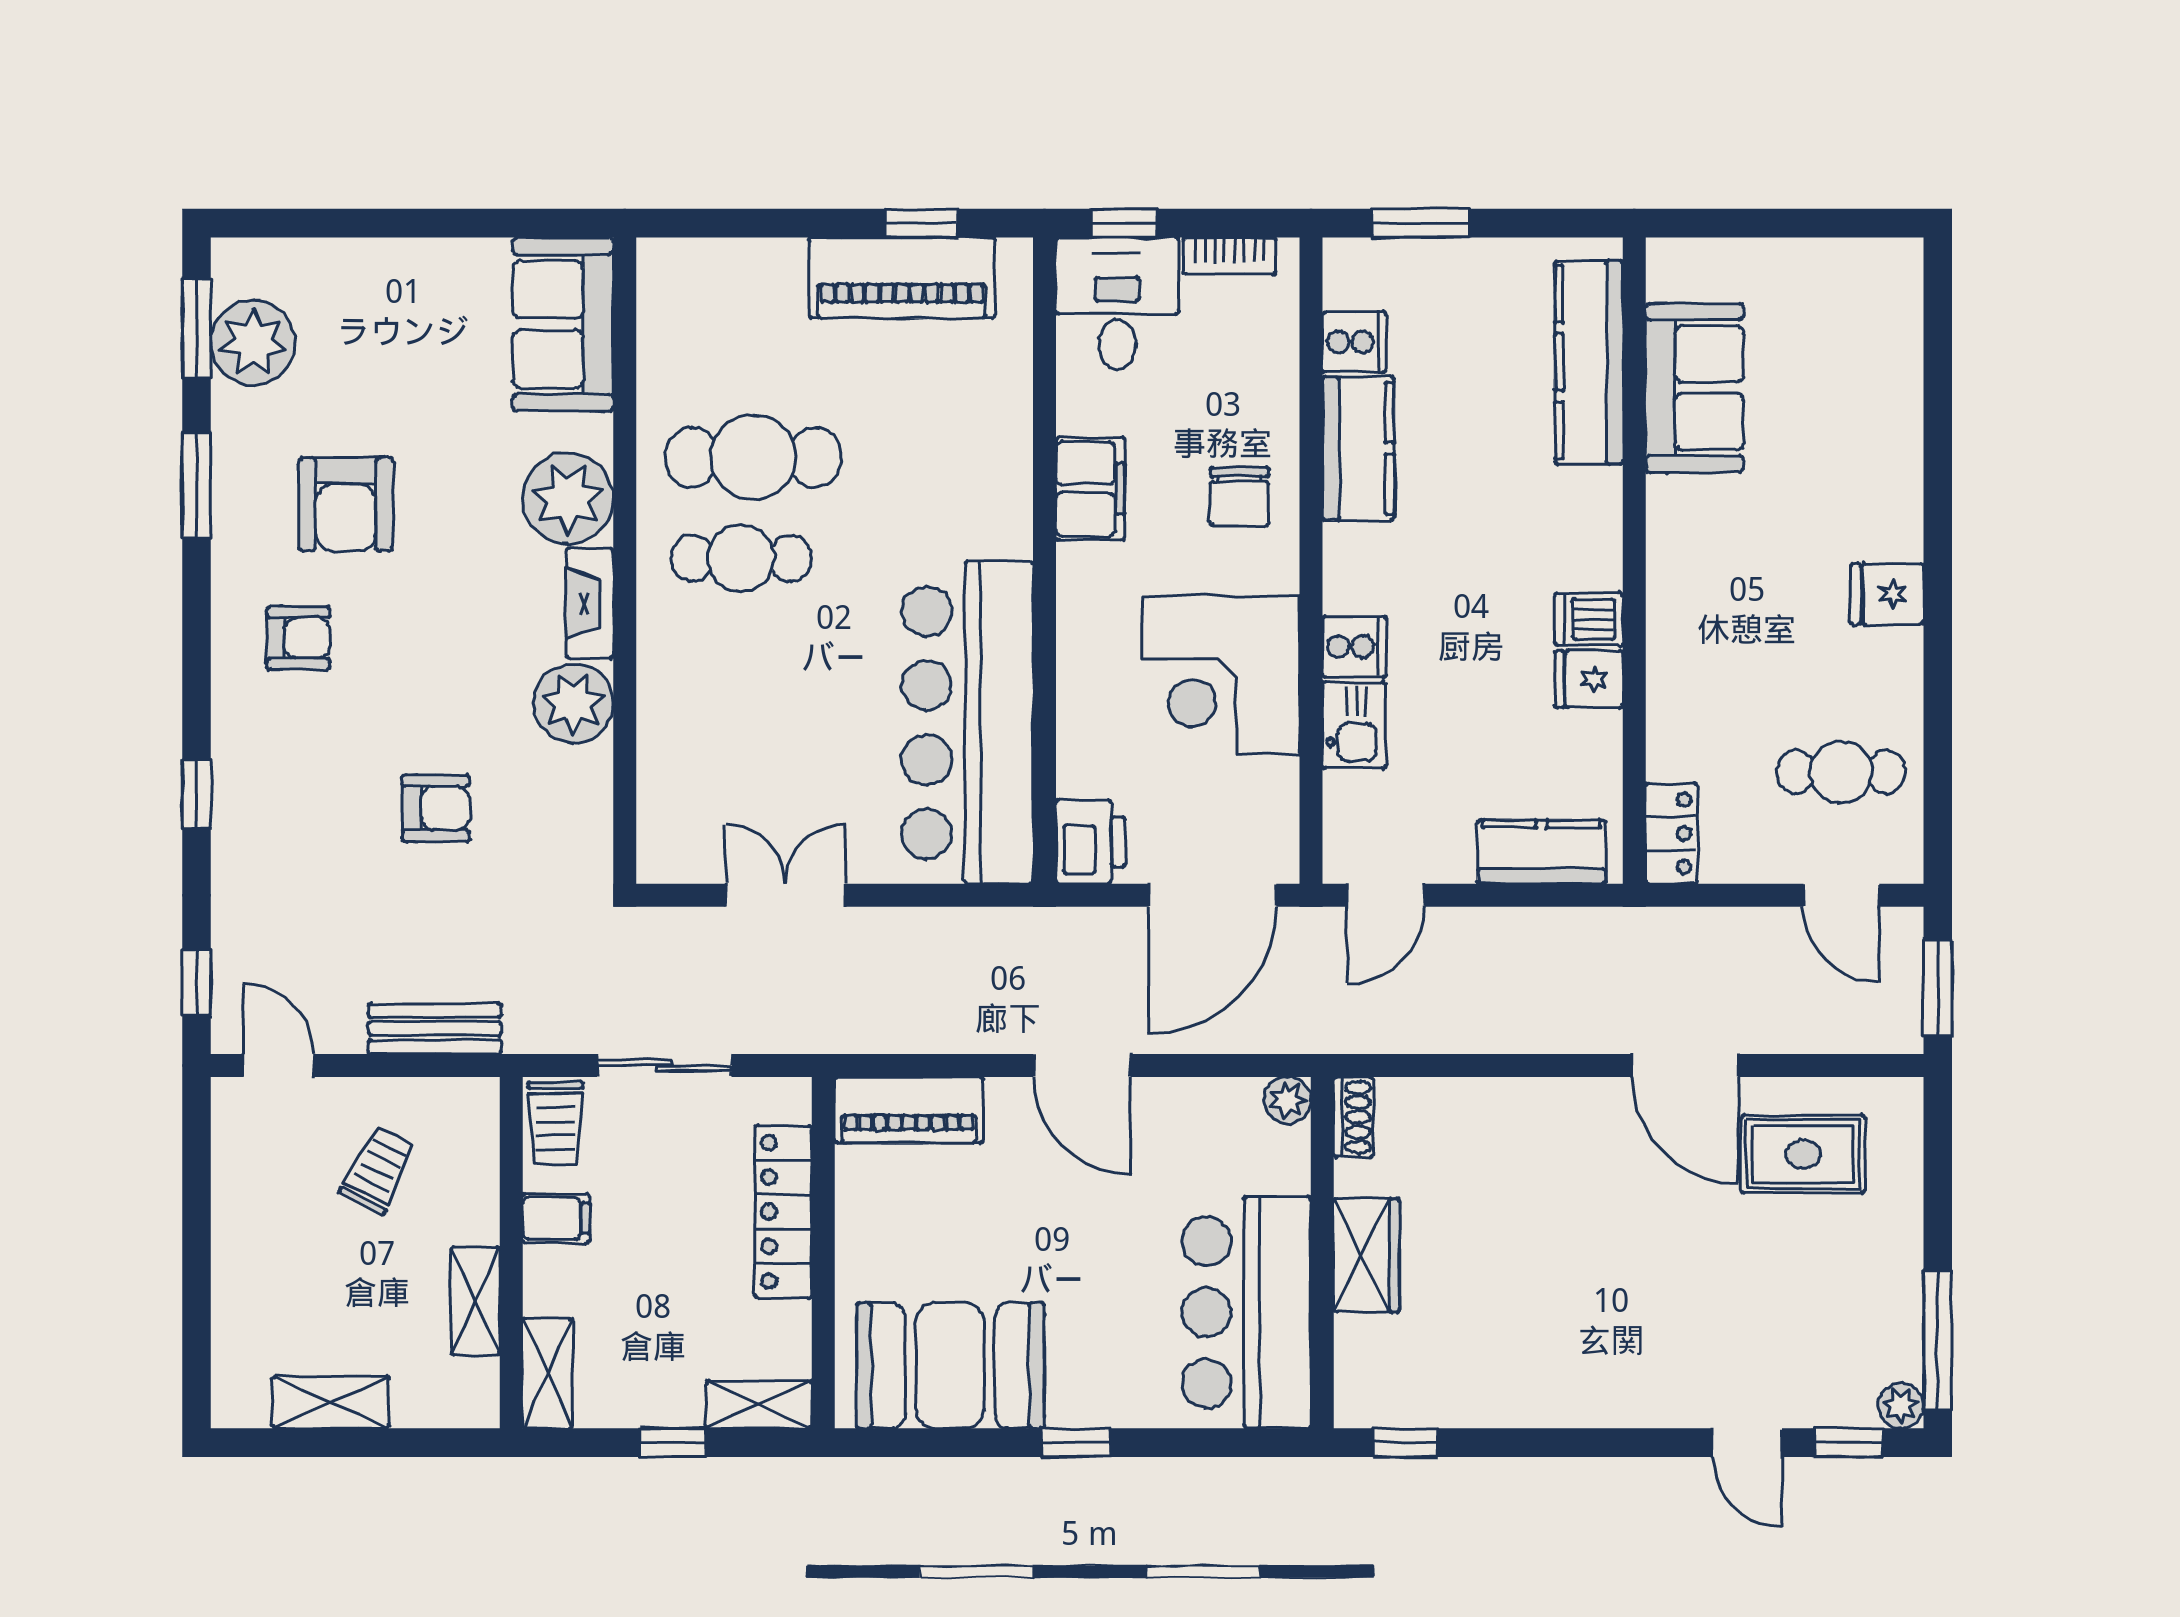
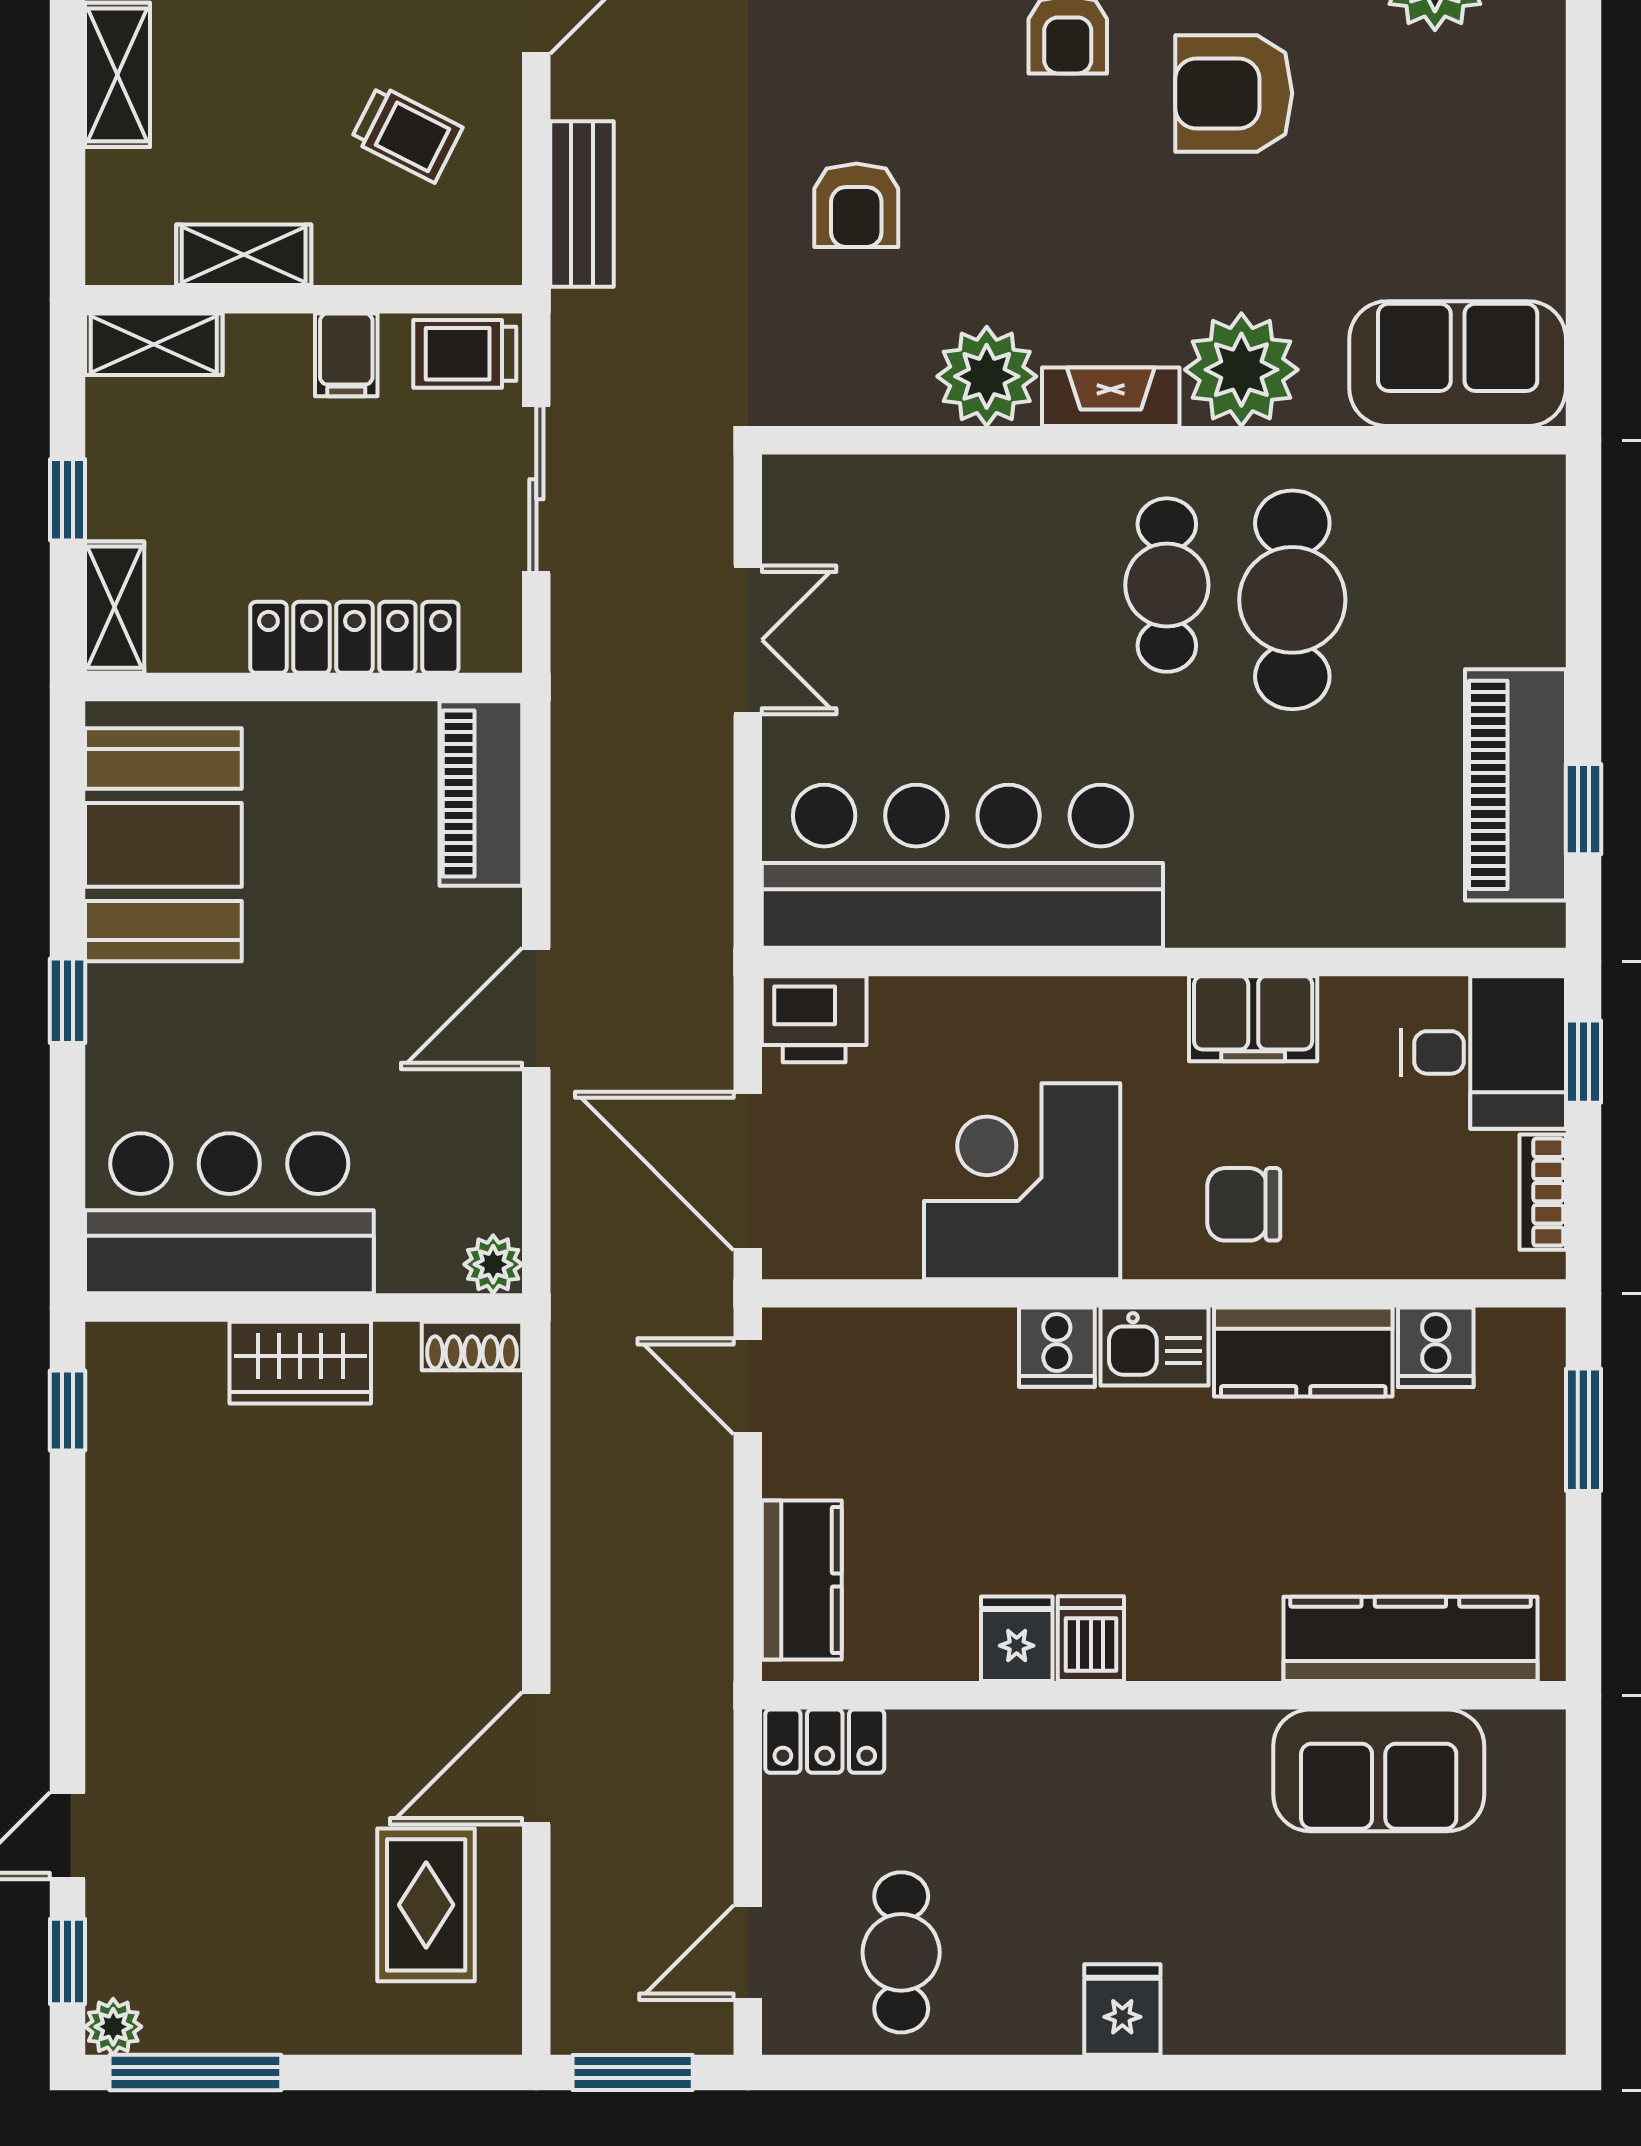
kitchen sink: (1354, 725) -> (1154, 1347), moved

